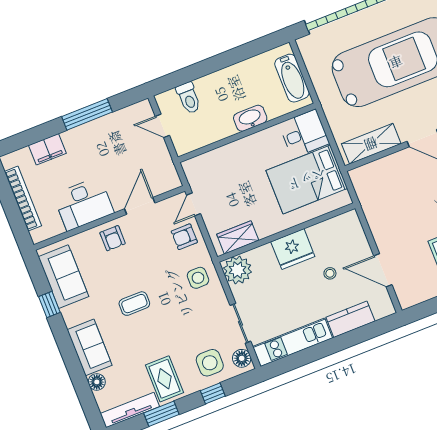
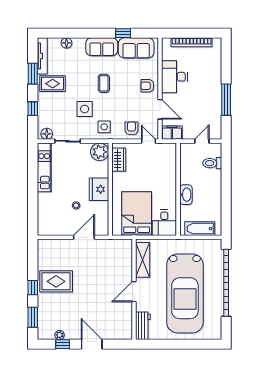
filing cabinet: (47, 149) -> (172, 133), moved, turned 90
door: (383, 270) -> (84, 237), moved
kitchen counter: (350, 319) -> (44, 207), removed
sofa: (90, 347) -> (102, 47), moved
side table: (210, 363) -> (85, 109), moved

